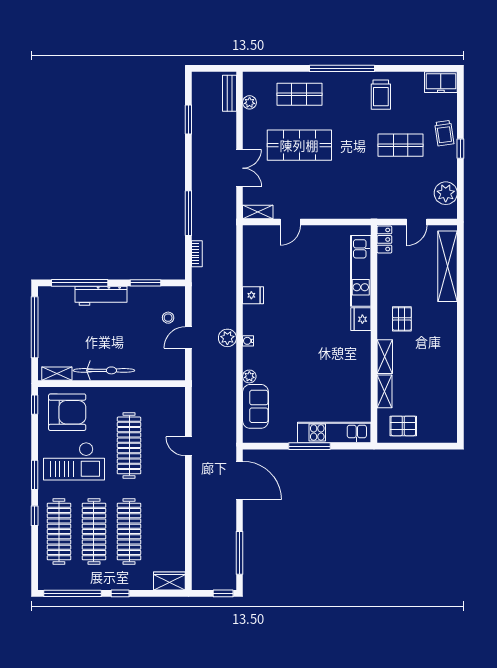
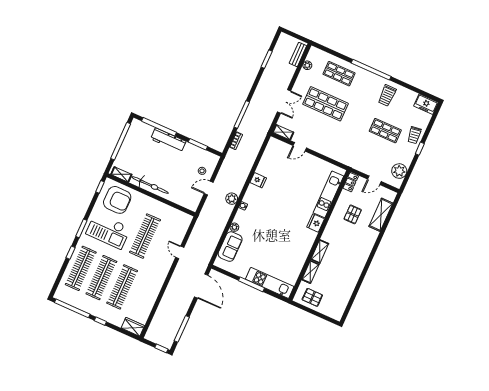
shelving: (448, 266) -> (381, 215), width x0.68
pallet: (402, 319) -> (353, 214), moved

